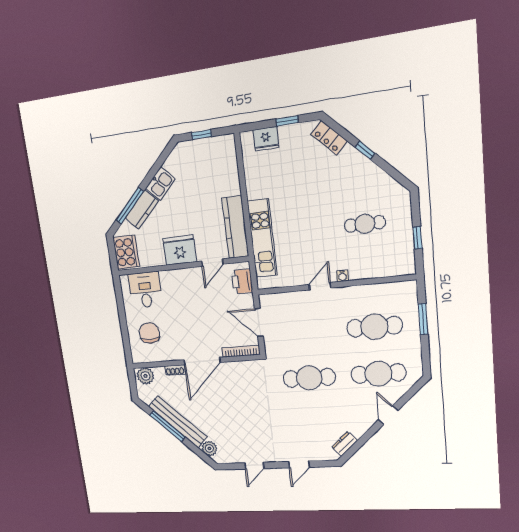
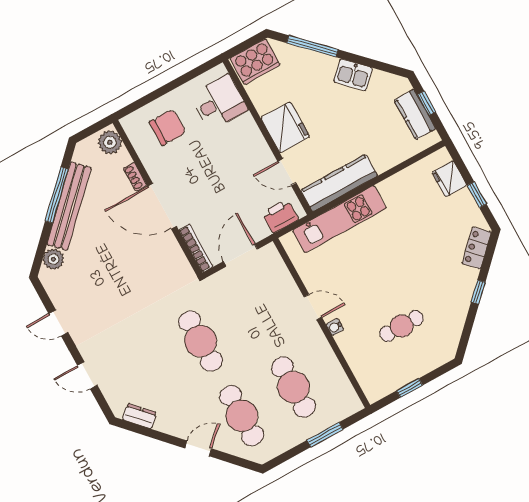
kitchen counter: (142, 210) -> (415, 114), moved, turned 45
cafe table: (365, 224) -> (402, 326), turned 90

